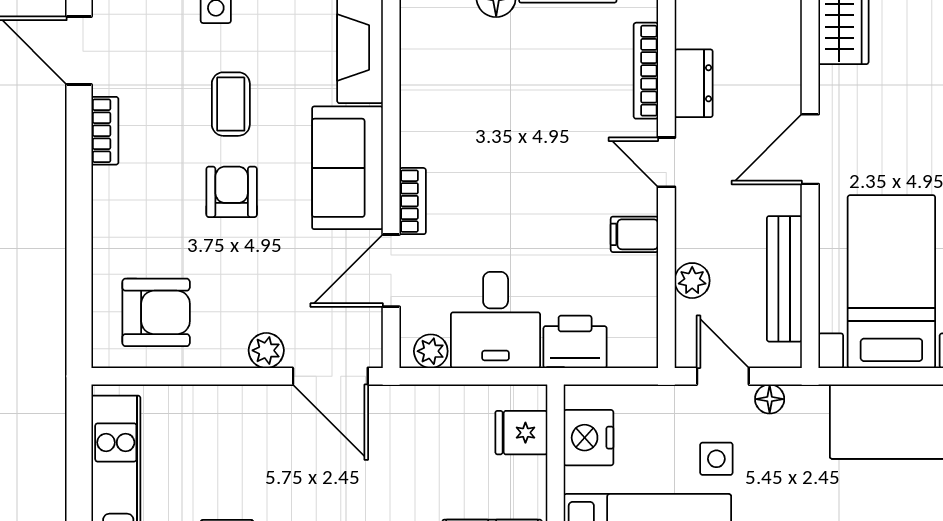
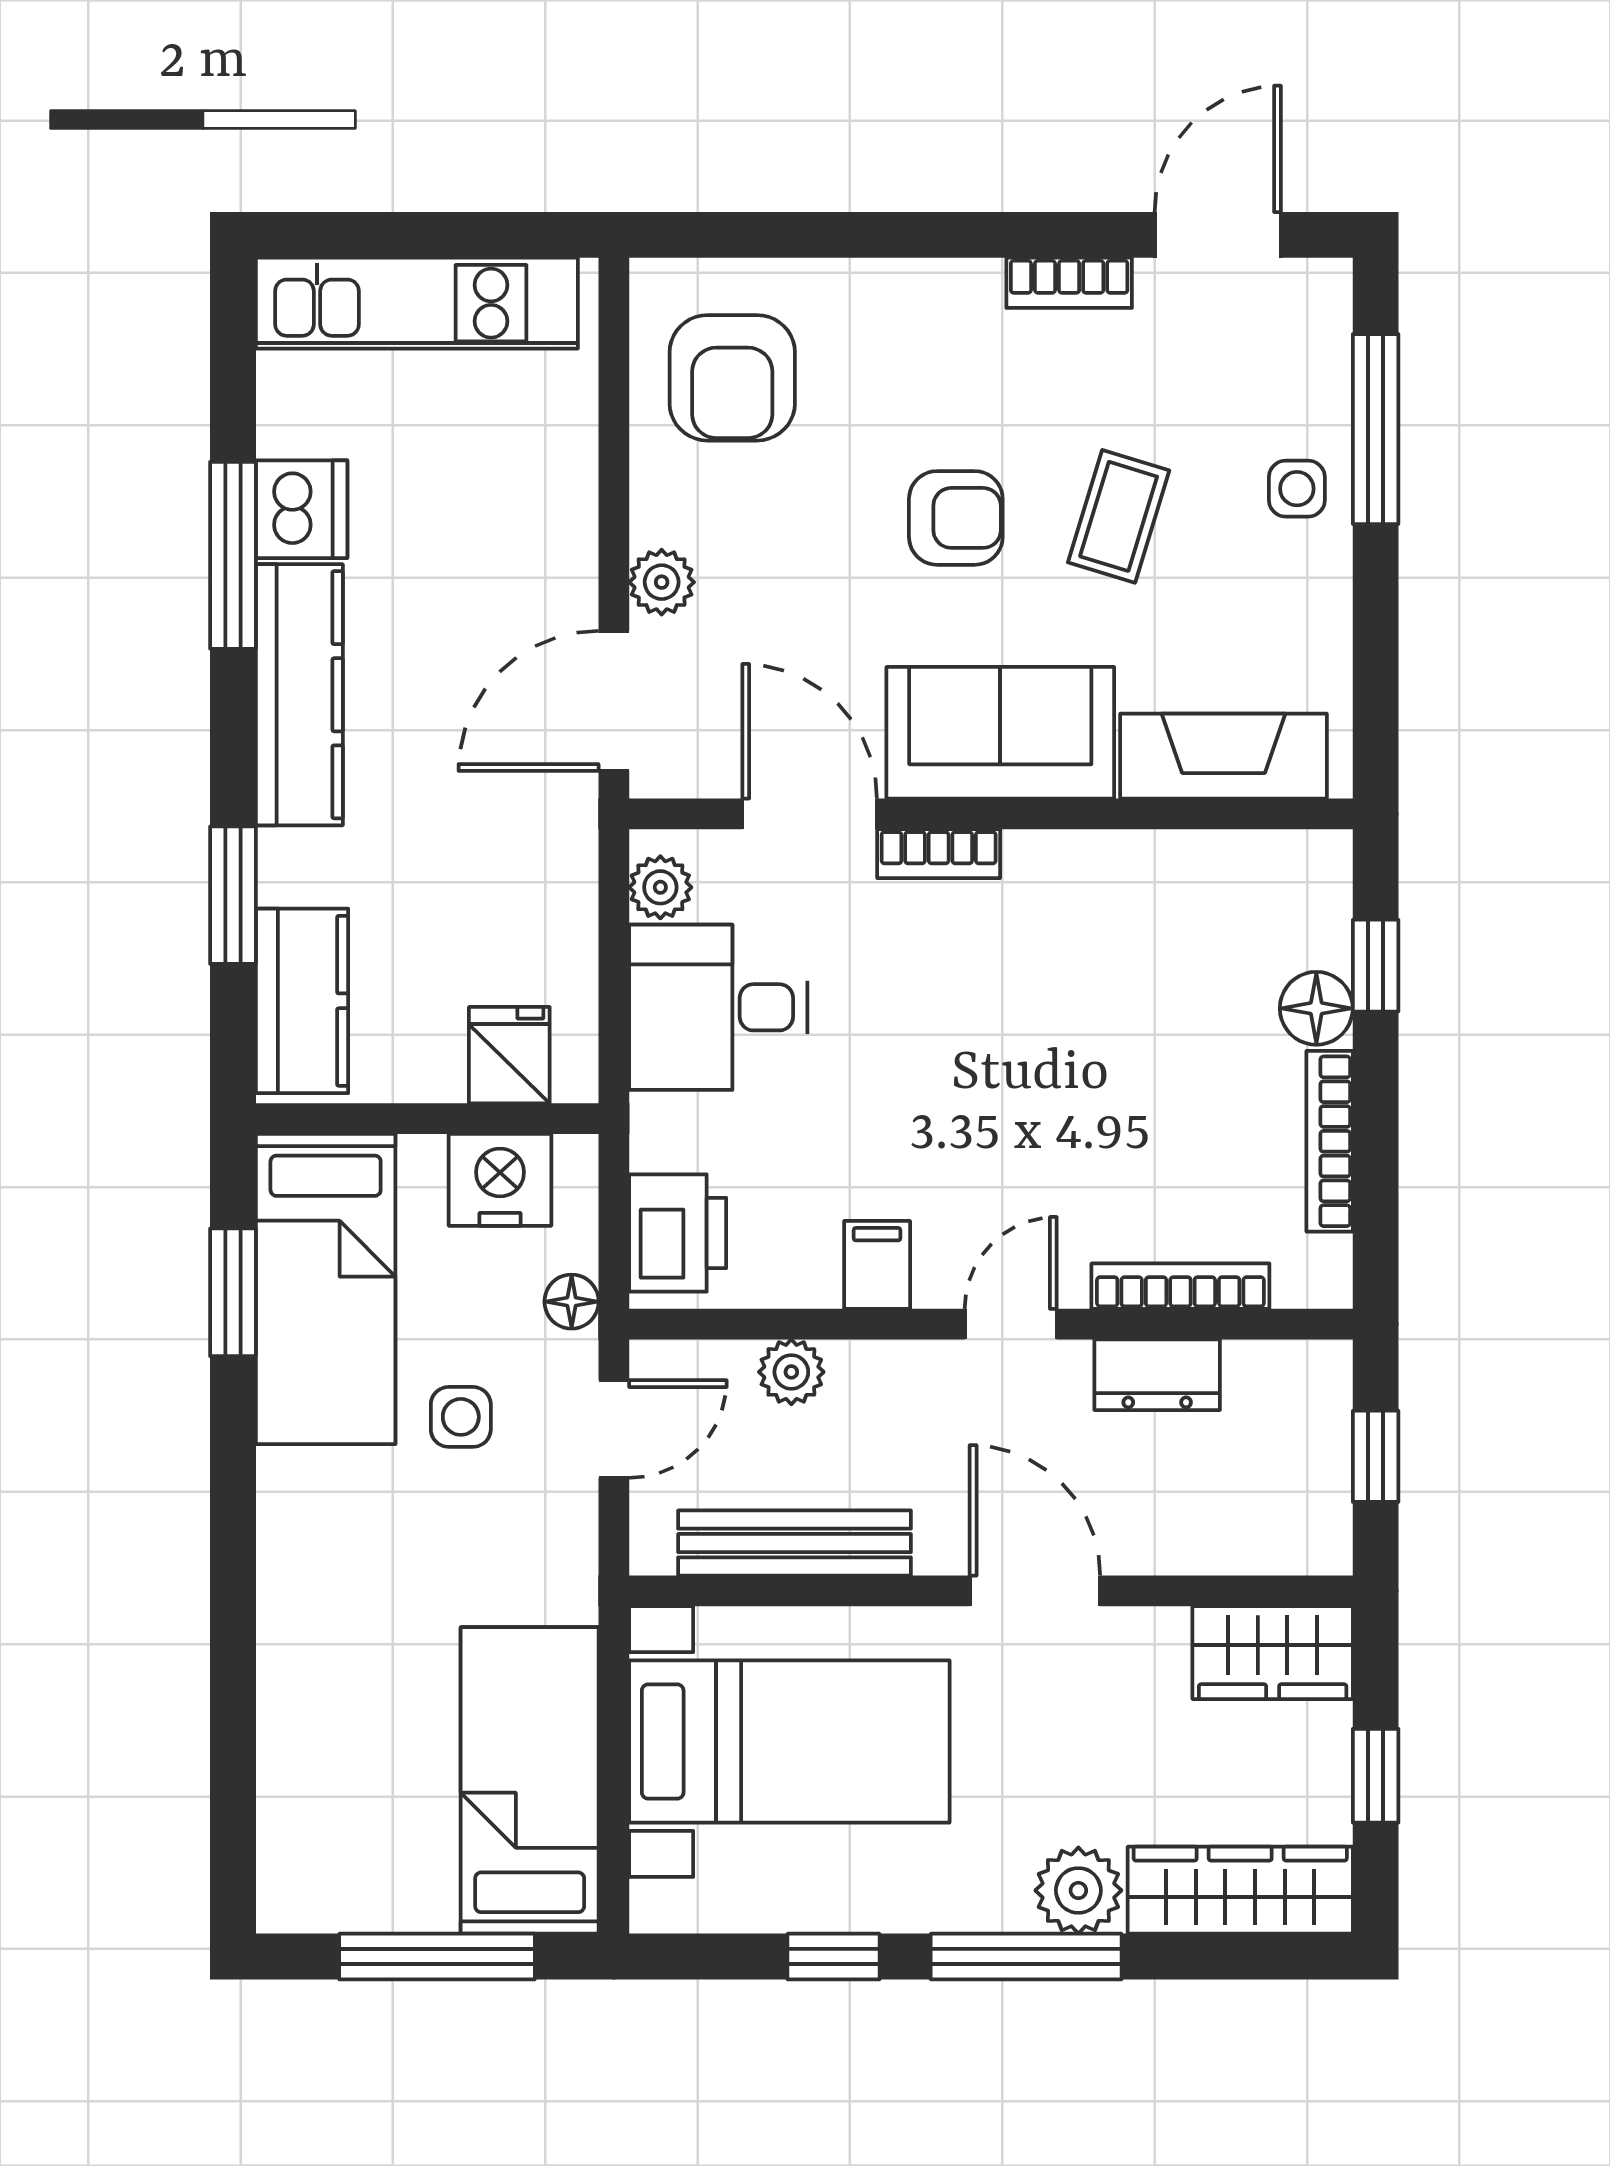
coffee table: (231, 104) -> (1119, 516), turned -73
printer: (575, 342) -> (678, 1233), moved
floor lamp: (770, 399) -> (572, 1302), moved

